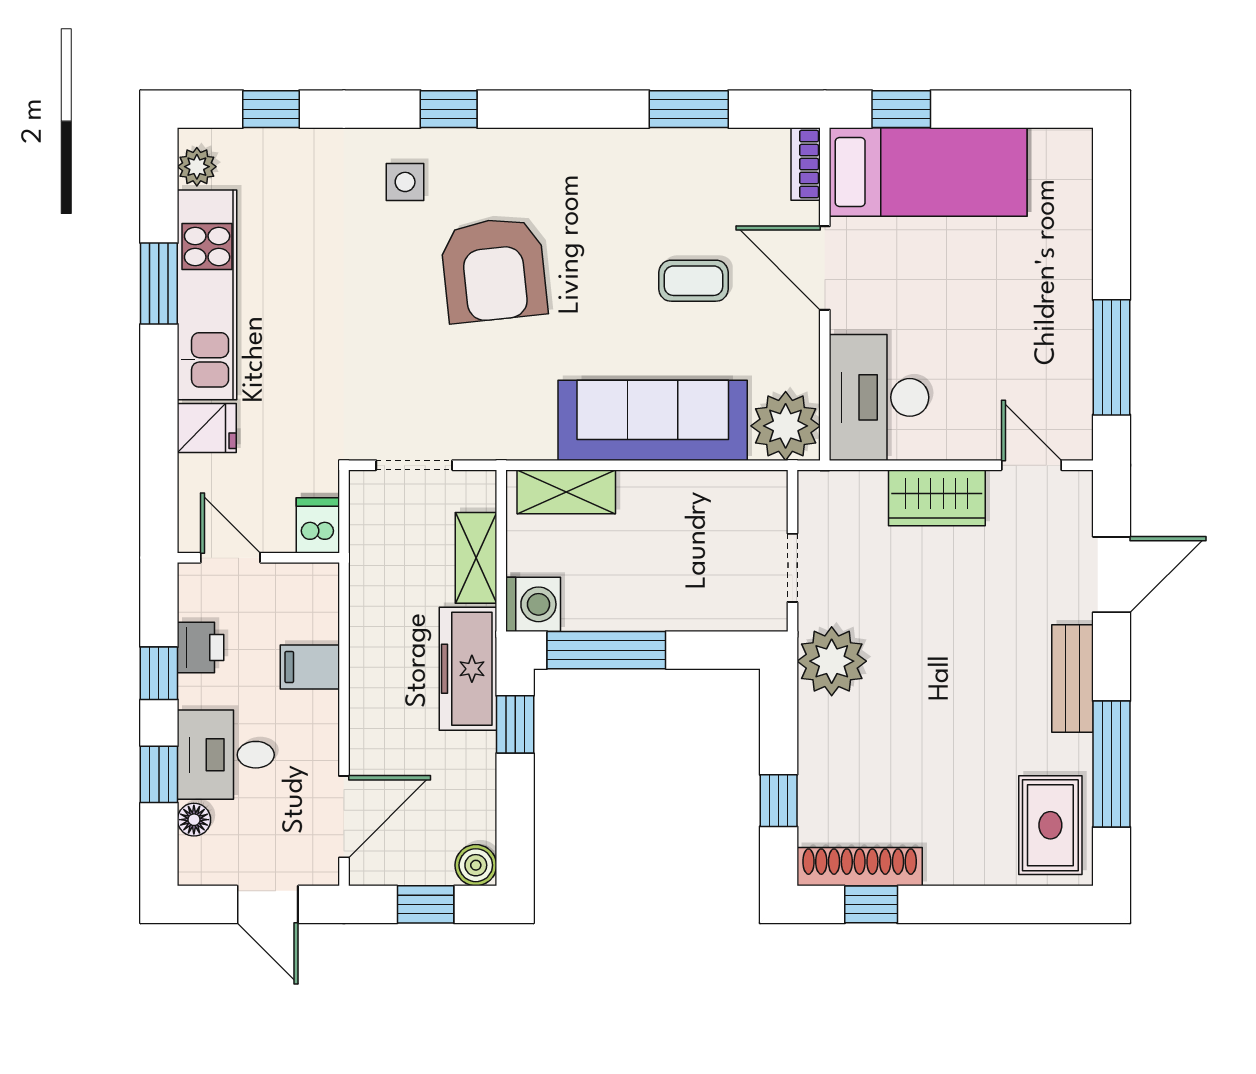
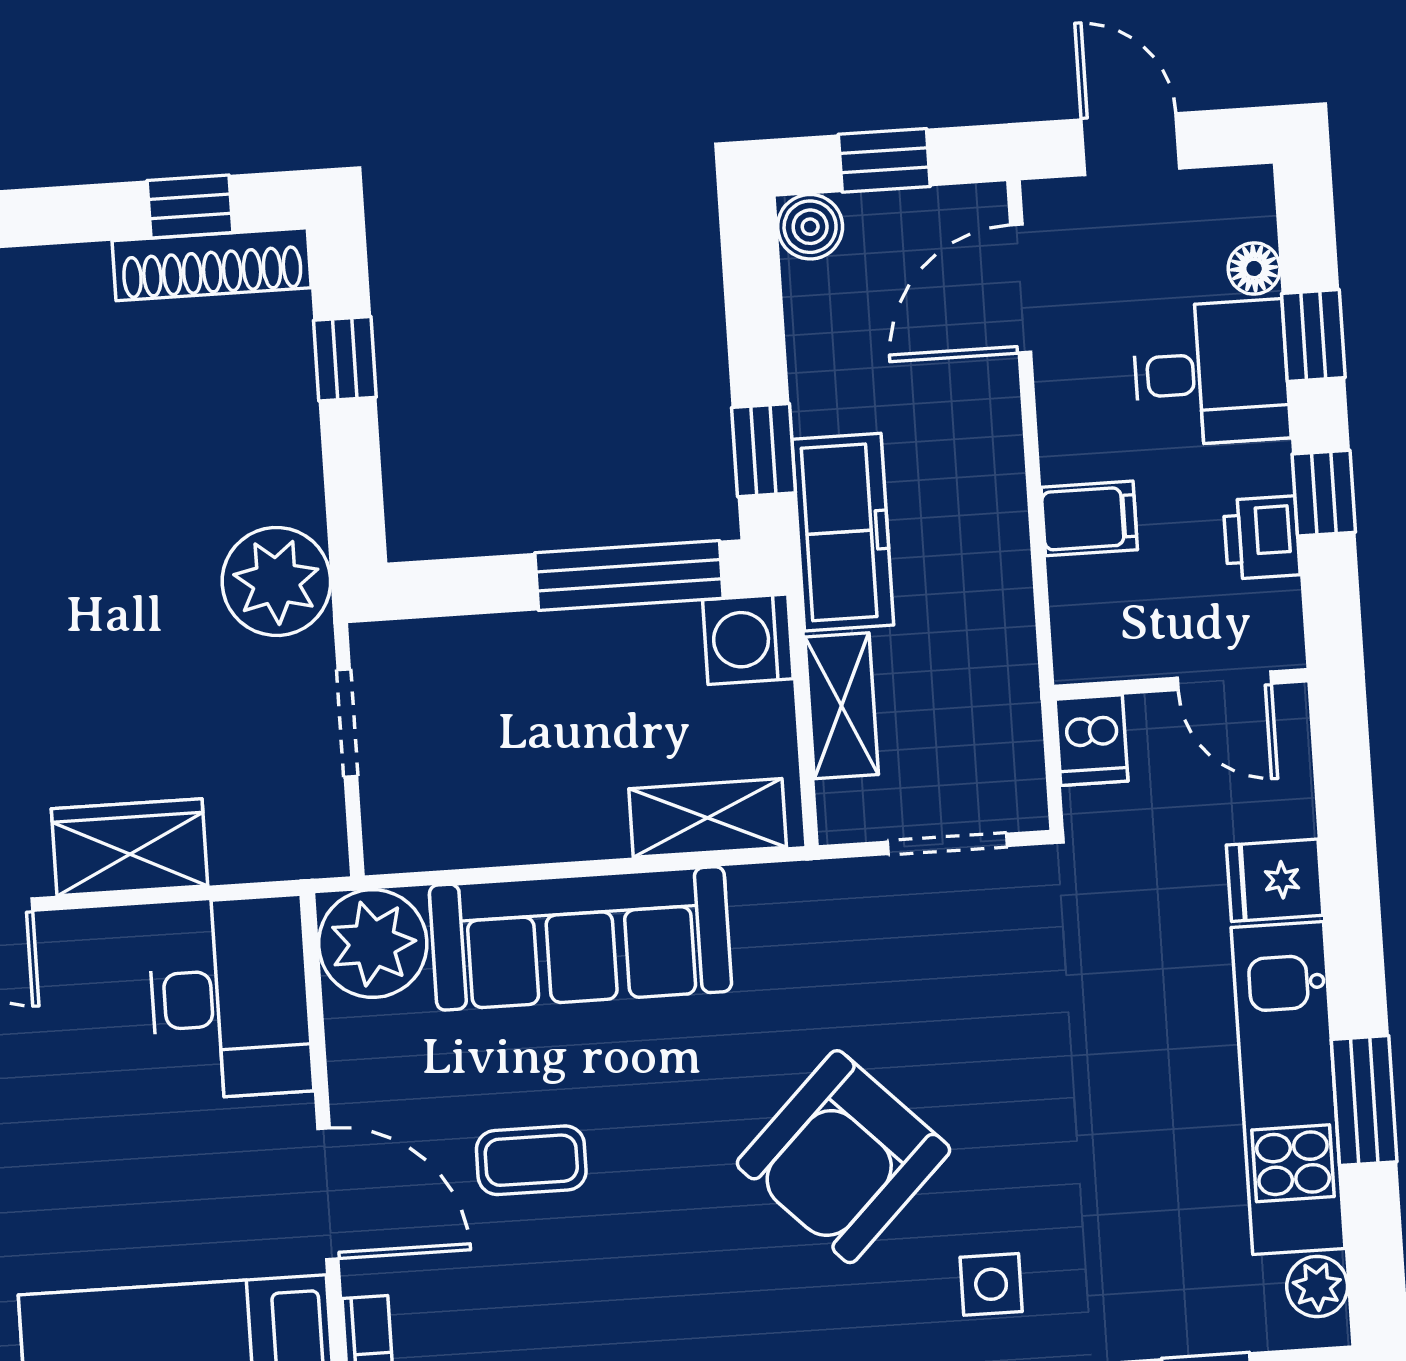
armchair: (494, 270) -> (844, 1157), turned -129

